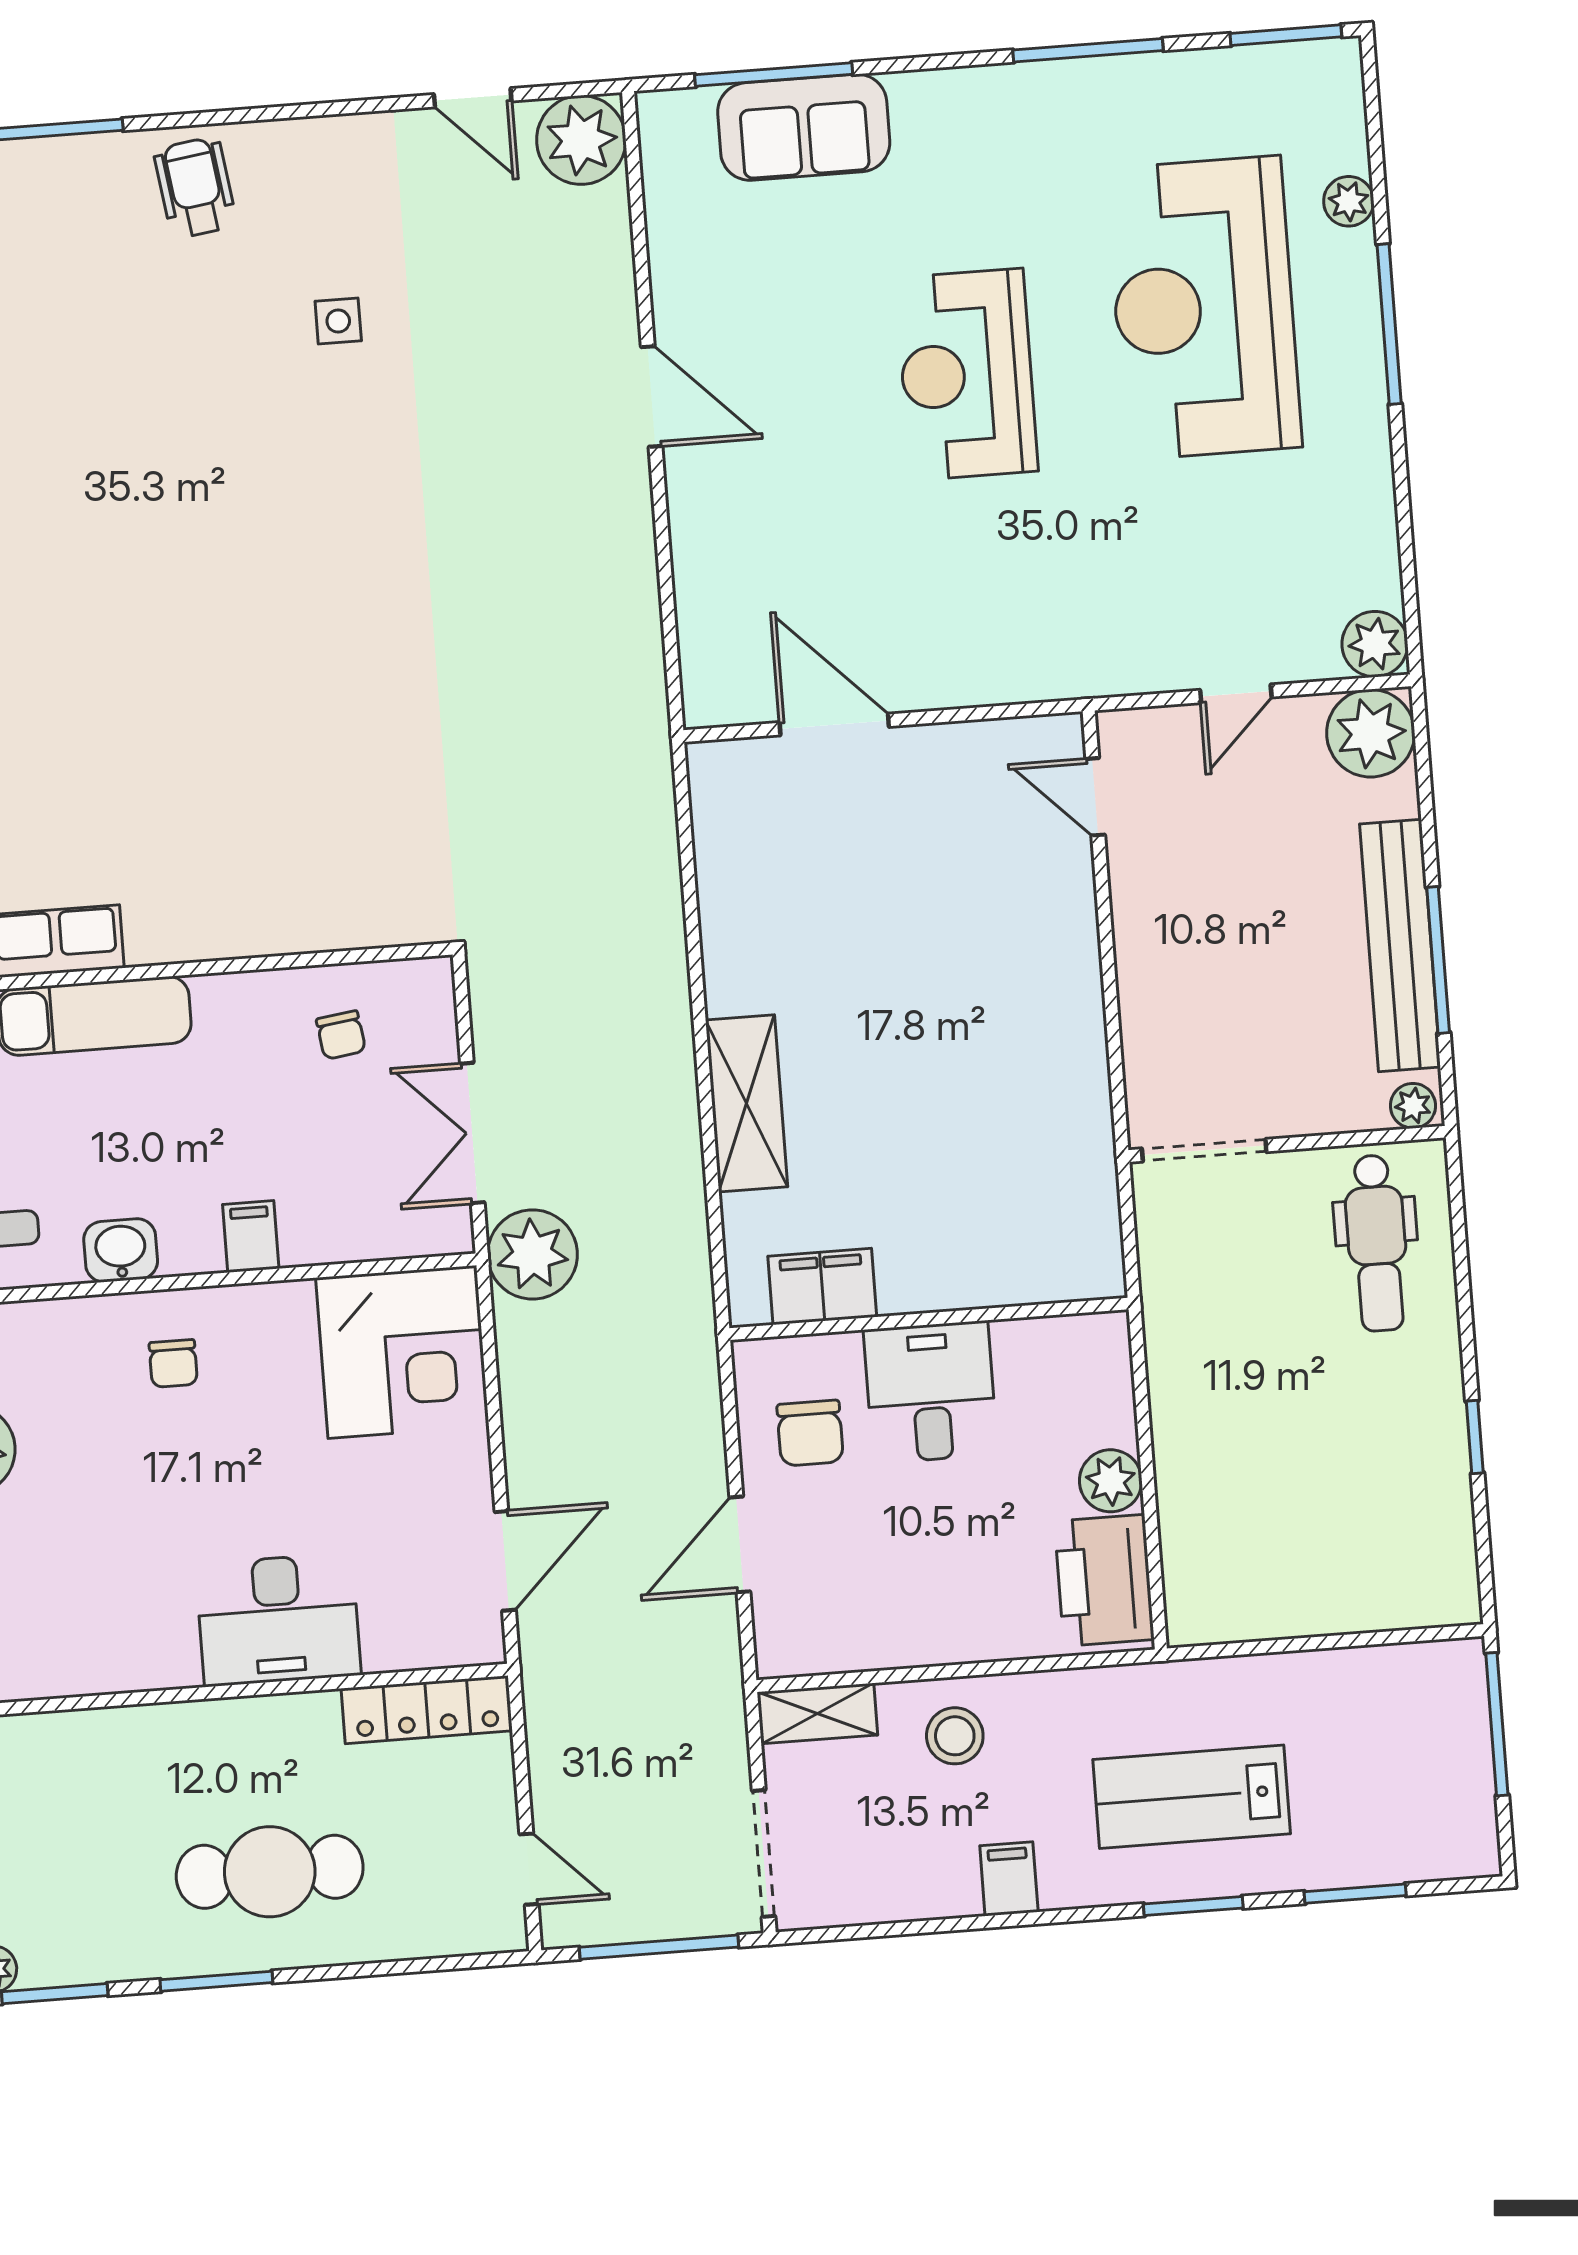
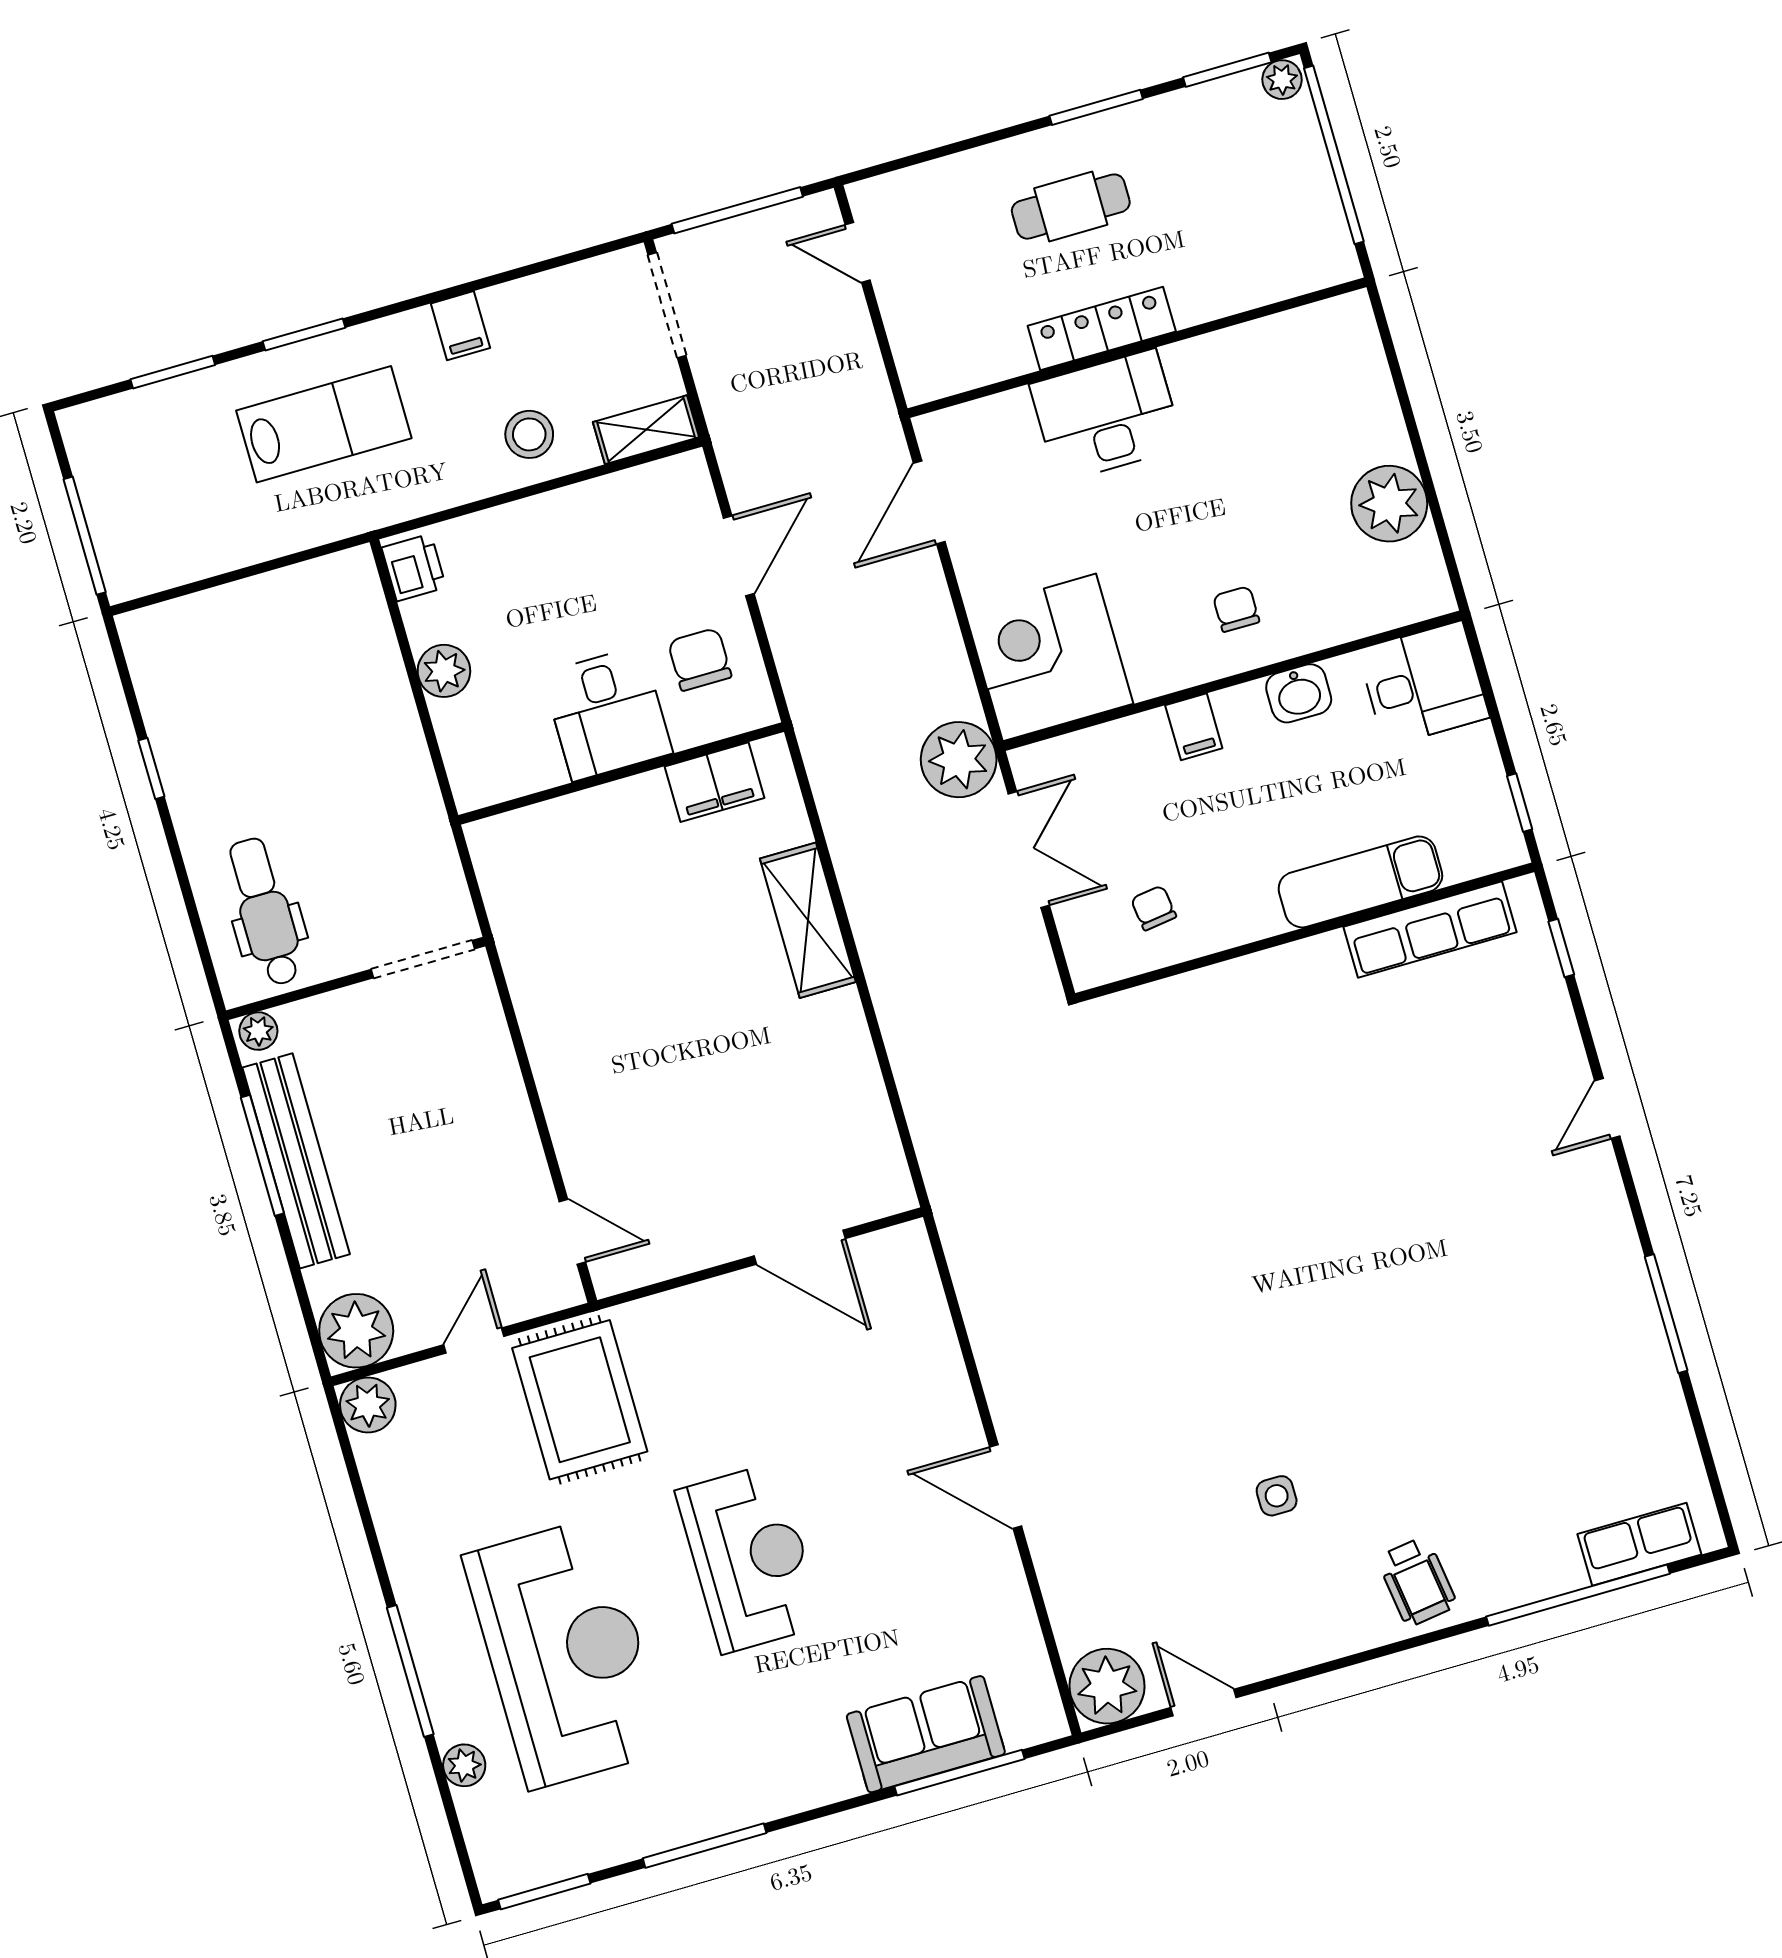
rug: (1127, 599) -> (580, 1400), added
printer: (1104, 1580) -> (414, 567), width x0.53, depth x0.68
locker: (427, 1710) -> (1102, 329), moved
cafe table: (270, 1872) -> (1071, 207), width x0.73, depth x0.74

